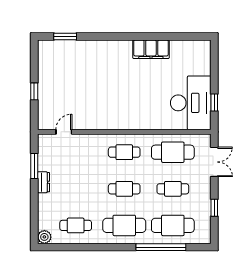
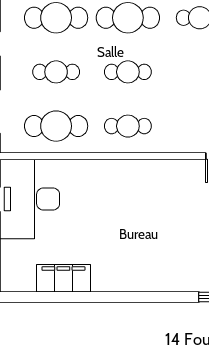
filing cabinet: (151, 49) -> (63, 278), moved

